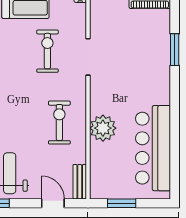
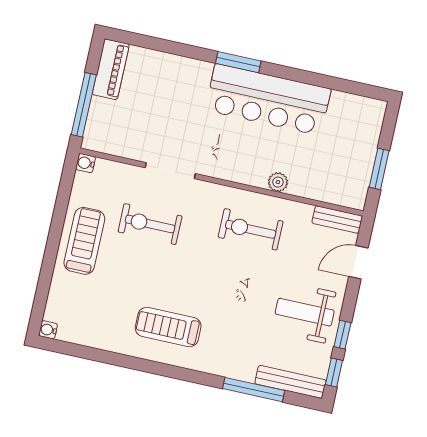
window: (175, 50) -> (238, 62), moved
plant: (103, 128) -> (278, 182), width x0.53, depth x0.53
bar counter: (153, 148) -> (268, 100), moved

